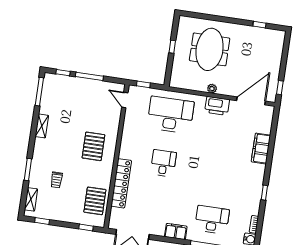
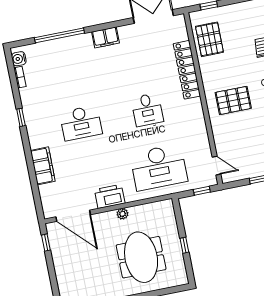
door: (251, 101) -> (73, 216), hinge flipped
pallet: (93, 146) -> (233, 100), turned 90
desk: (212, 220) -> (81, 123), moved

